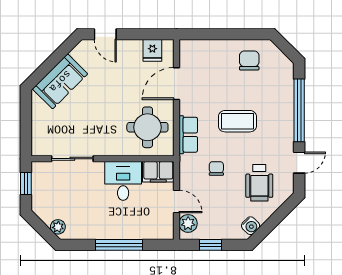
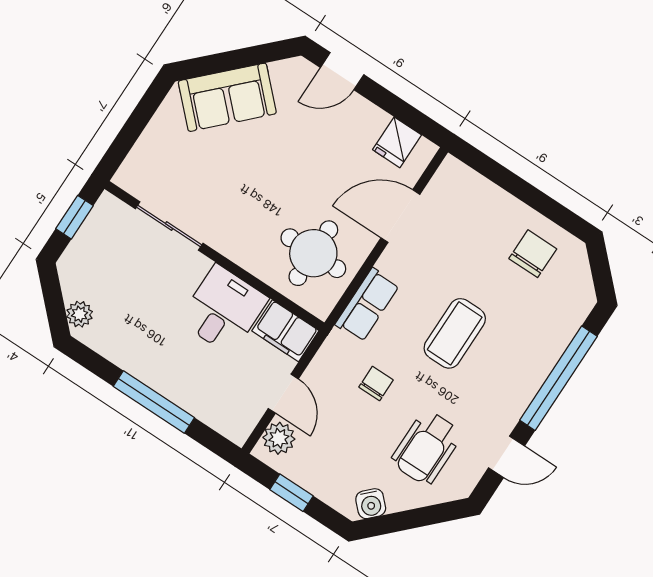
door: (105, 34) -> (342, 71), hinge flipped
coffee table: (237, 121) -> (455, 333), turned 90

